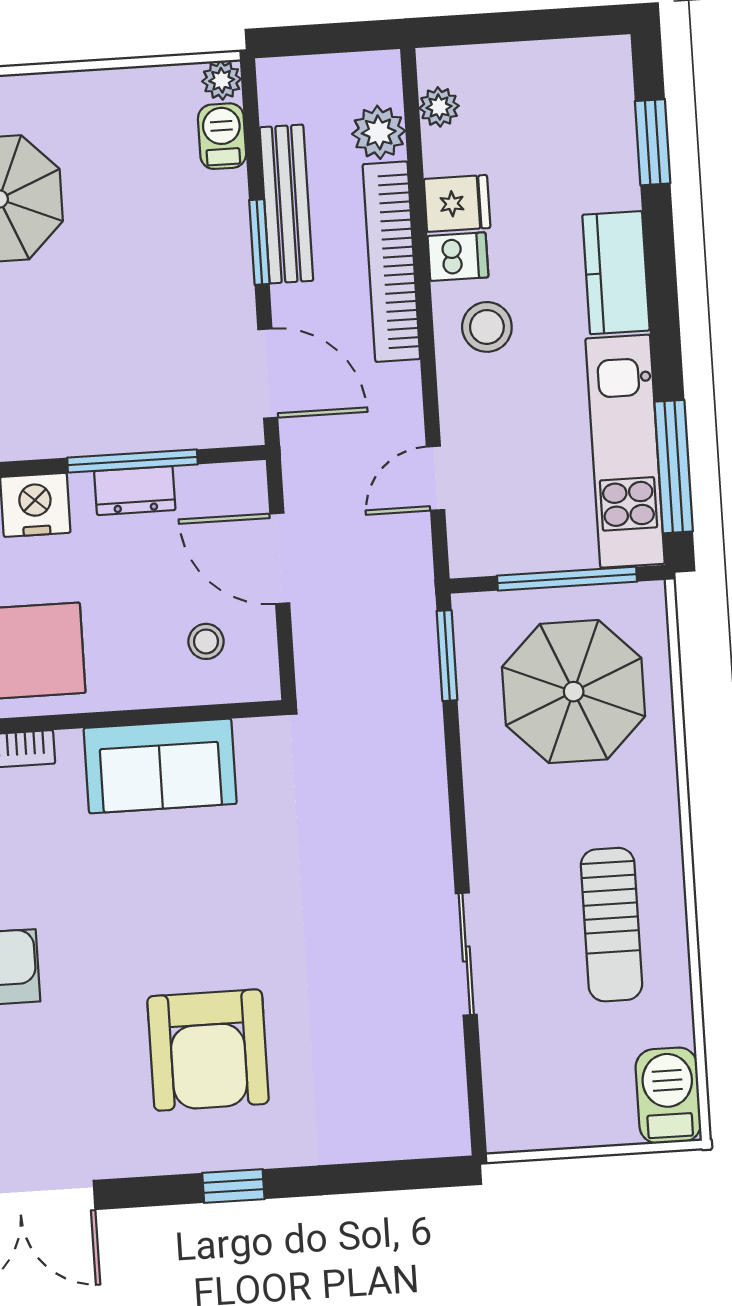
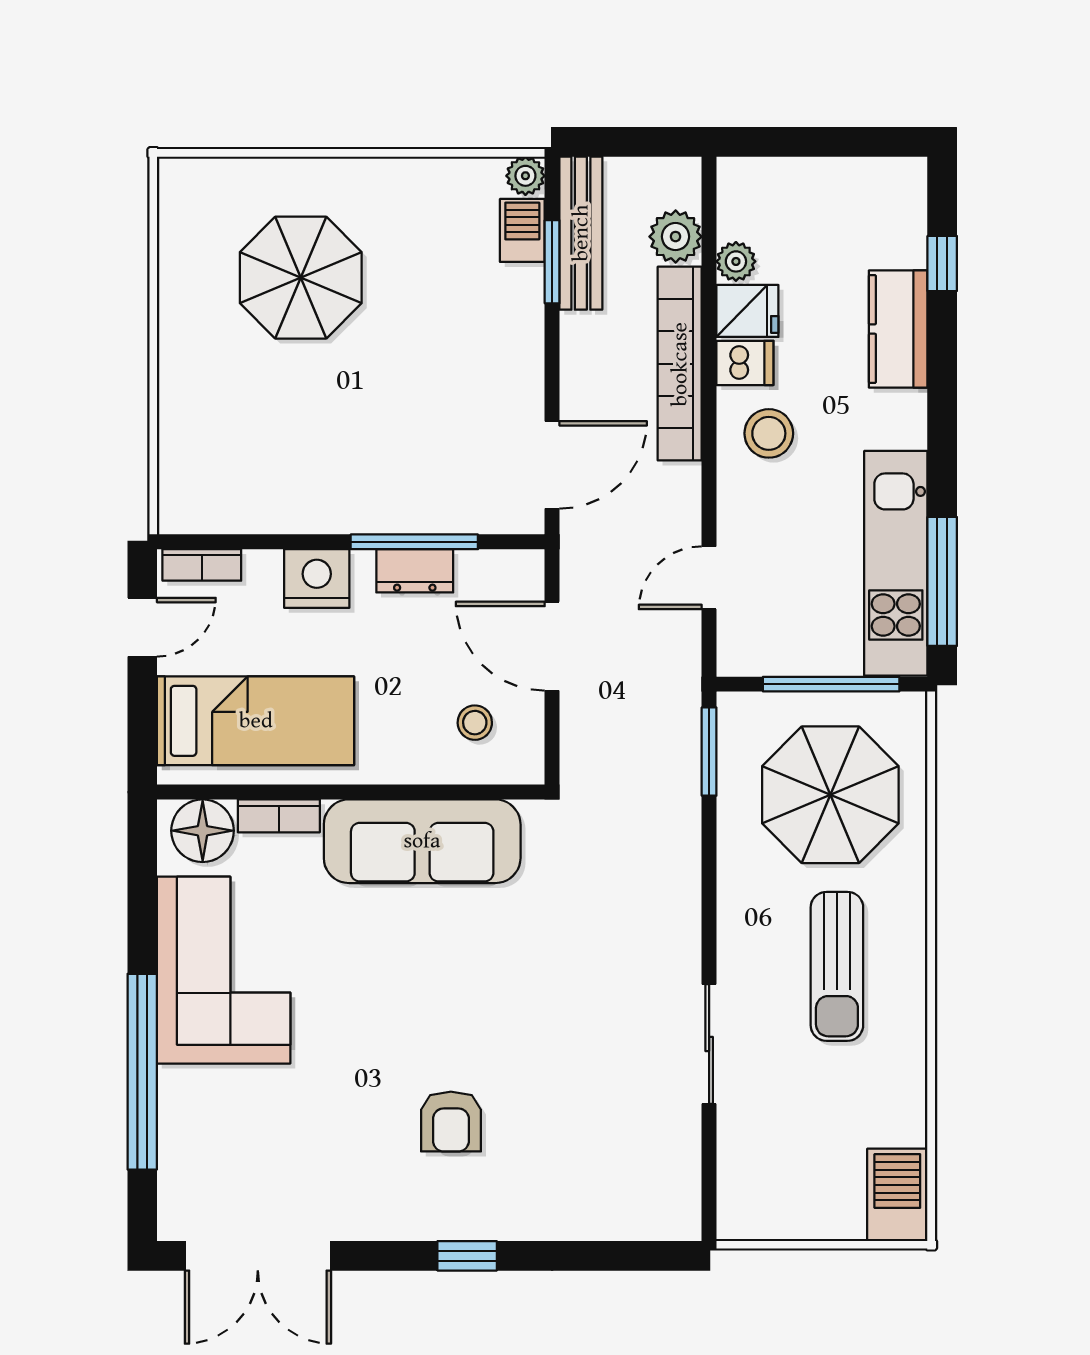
plant: (439, 107) -> (736, 261), moved
window: (653, 142) -> (942, 263), width x0.67
bench: (286, 204) -> (581, 233), moved
window: (259, 242) -> (552, 262), moved
kitchen counter: (616, 273) -> (898, 329), moved
door: (268, 373) -> (552, 465), hinge flipped
sofa: (160, 766) -> (422, 841), width x1.36
sun lounger: (612, 925) -> (837, 966), moved
armchair: (208, 1050) -> (451, 1122), width x0.53, depth x0.53

